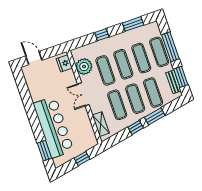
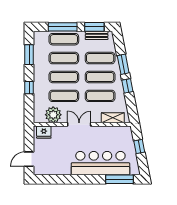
double door: (83, 94) -> (79, 124), swing flipped
window: (44, 151) -> (120, 179), width x1.44

